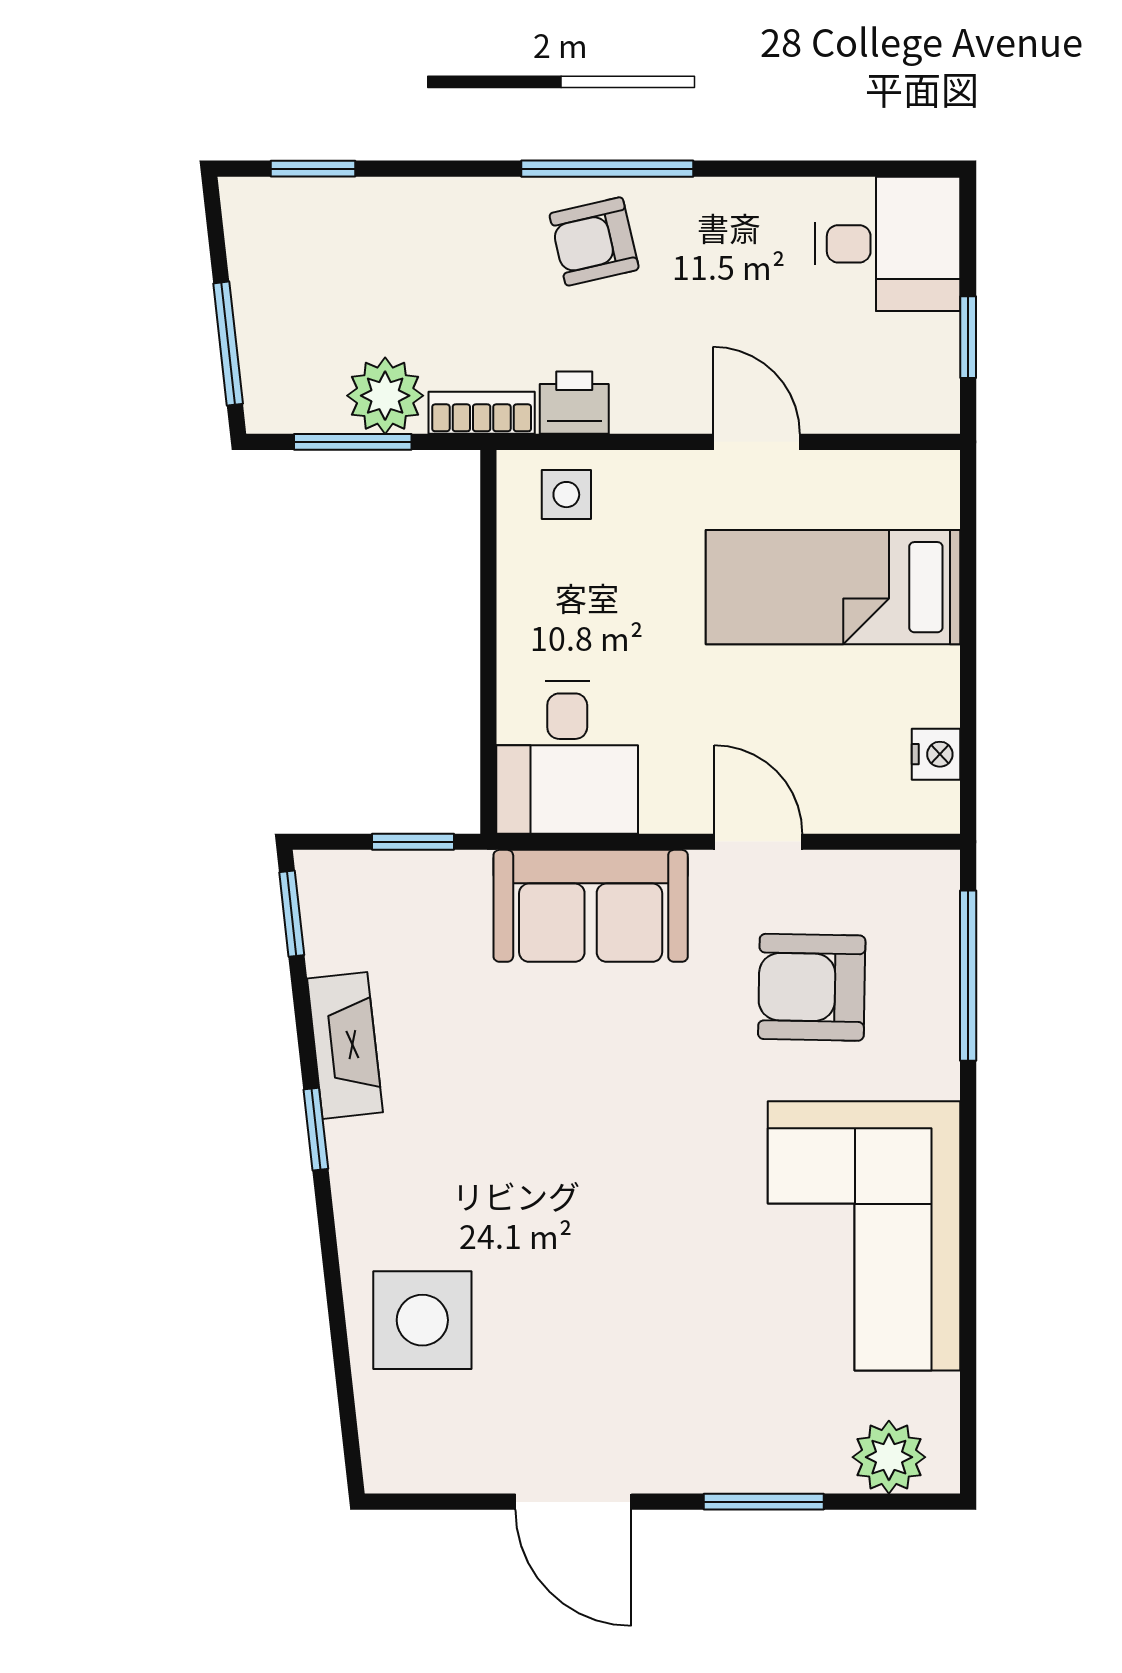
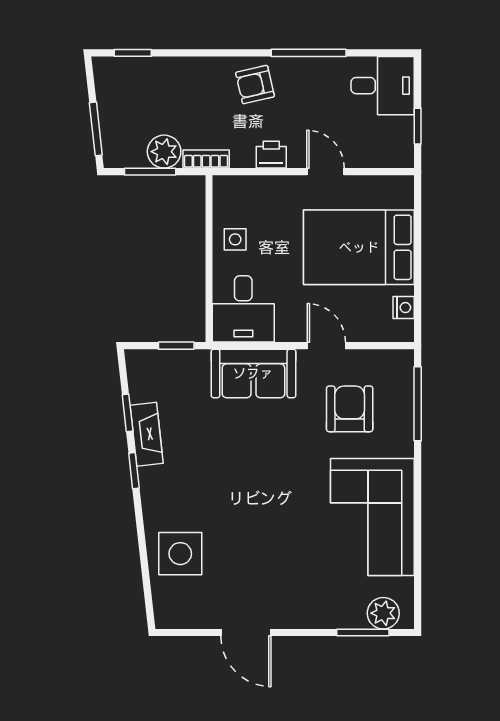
window: (607, 169) -> (309, 53), moved
printer: (574, 403) -> (271, 155), moved
side table: (566, 495) -> (235, 239), moved
bed: (833, 587) -> (359, 247), width x1.50
window: (292, 914) -> (128, 413), moved
armchair: (812, 987) -> (350, 409), turned 89
window: (764, 1502) -> (363, 633), moved

